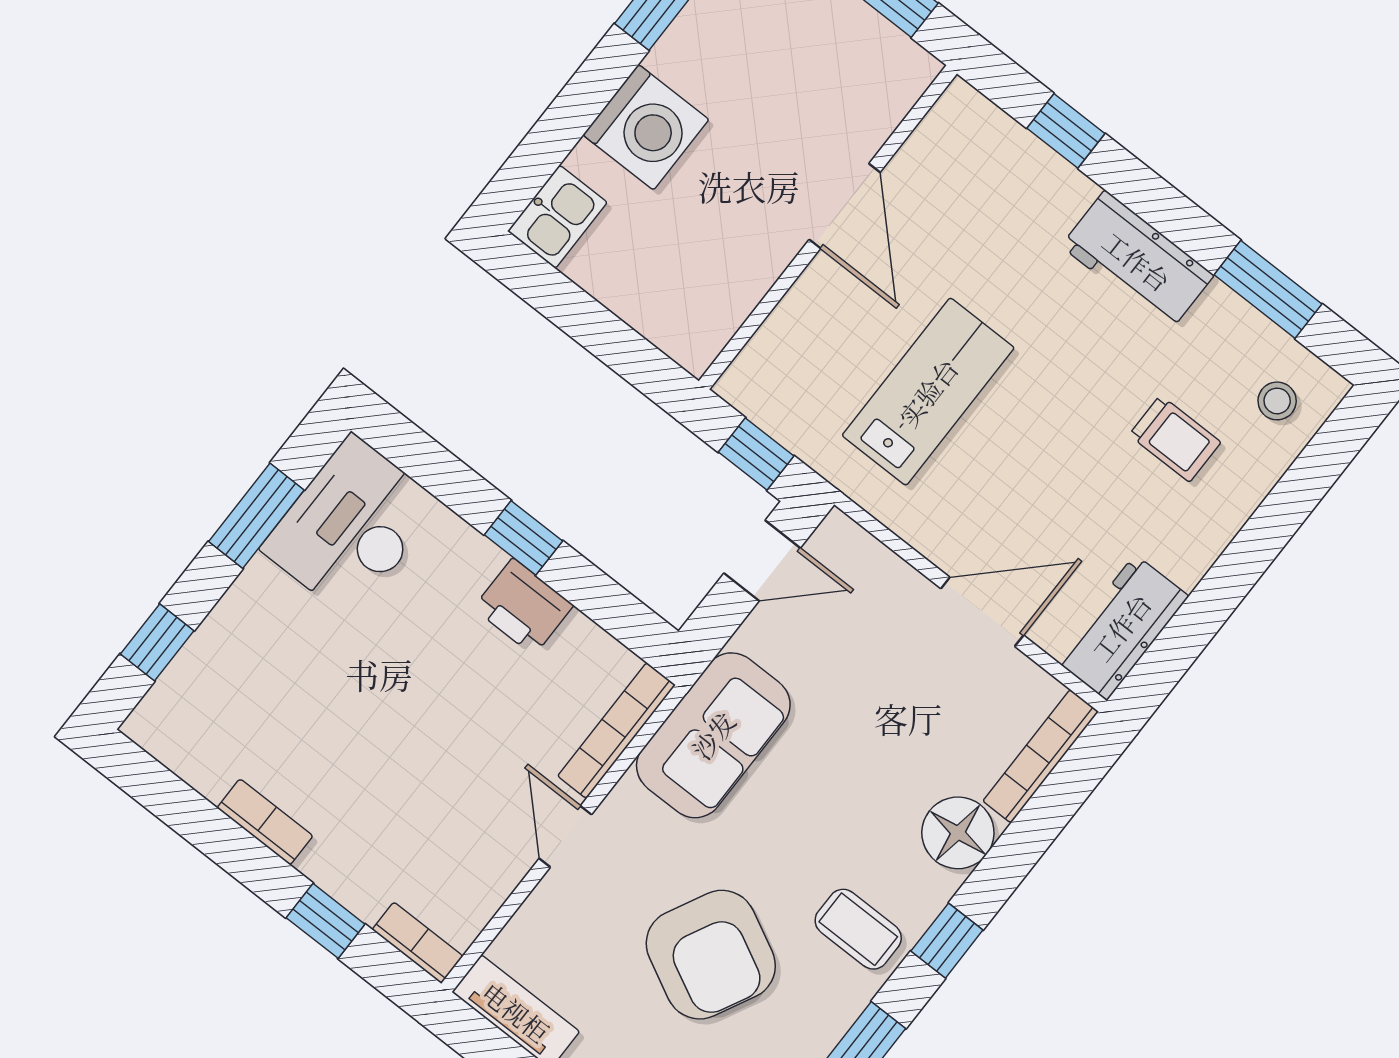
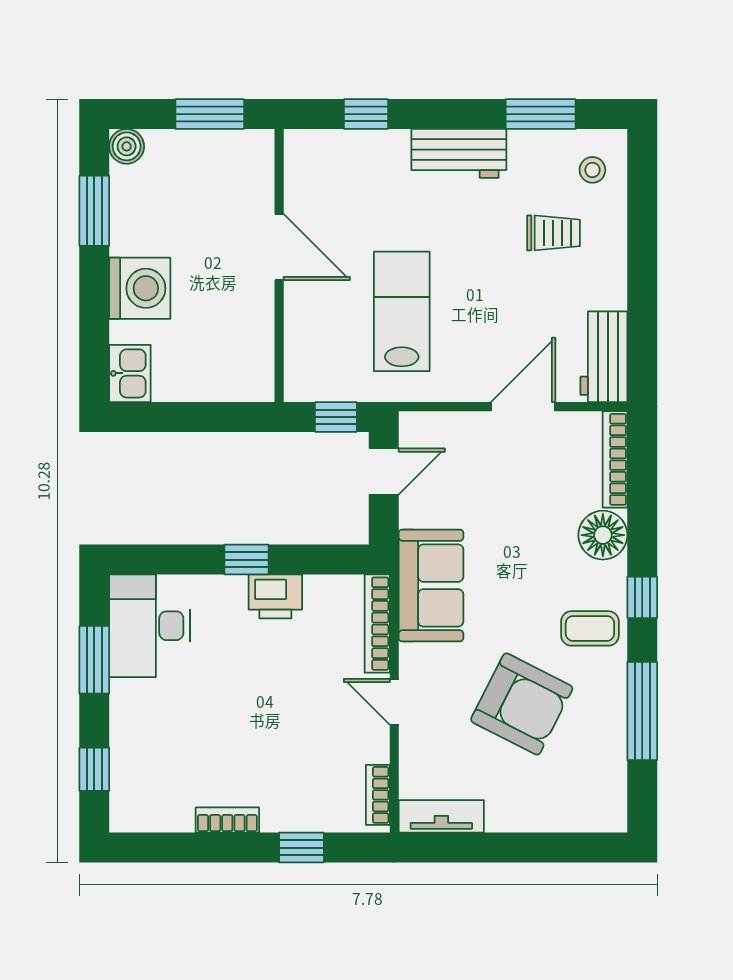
bookcase: (417, 943) -> (378, 795), moved, turned -90

